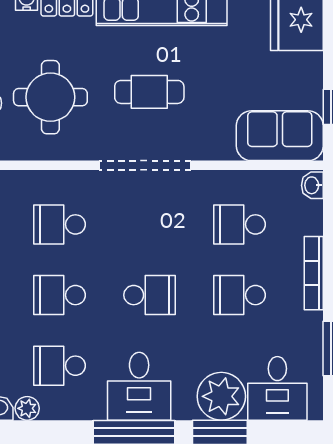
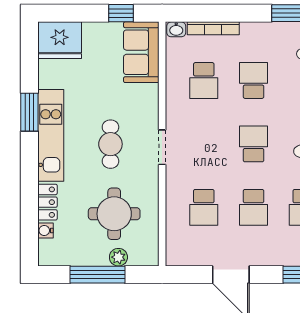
doorway: (145, 165) -> (162, 147), width x0.53
bookcase: (314, 273) -> (213, 28), moved
school desk: (240, 295) -> (254, 81), turned 180

